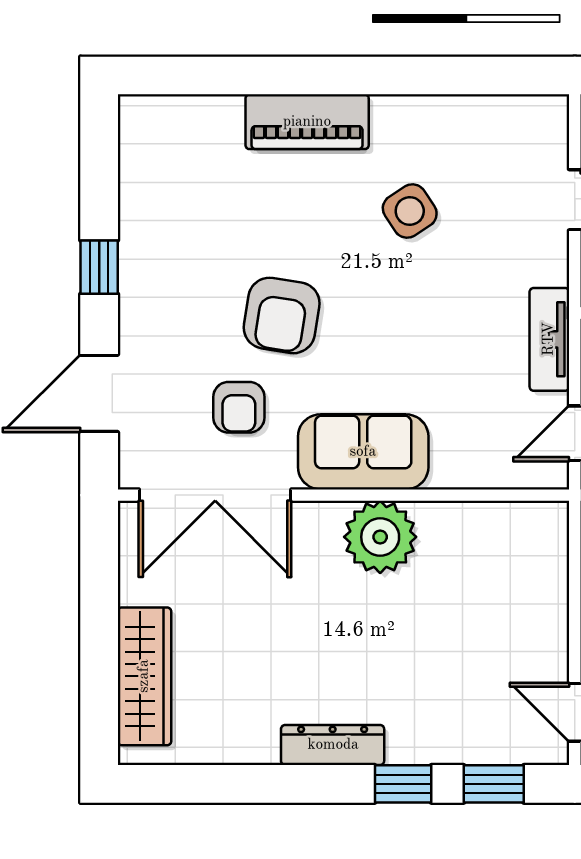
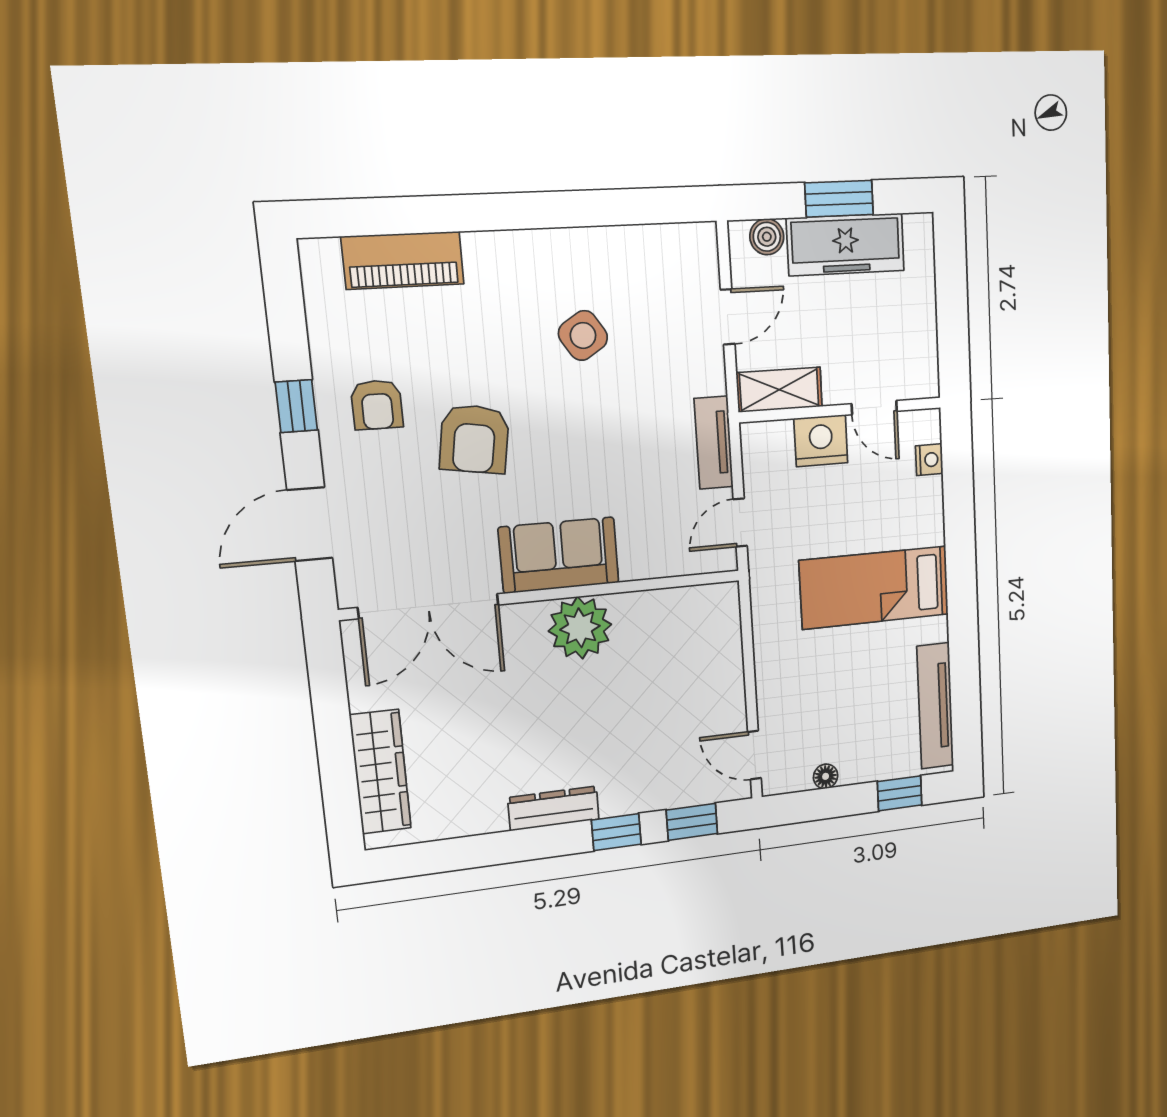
piano: (307, 122) -> (403, 260), moved
armchair: (239, 407) -> (377, 405), moved

